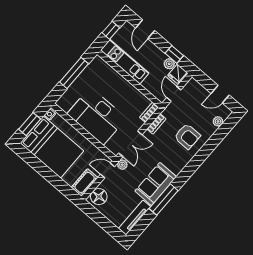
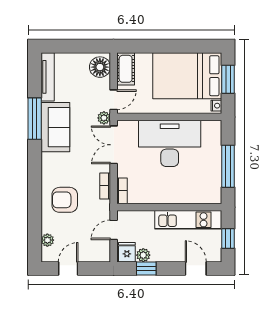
door: (174, 94) -> (114, 230), swing flipped

